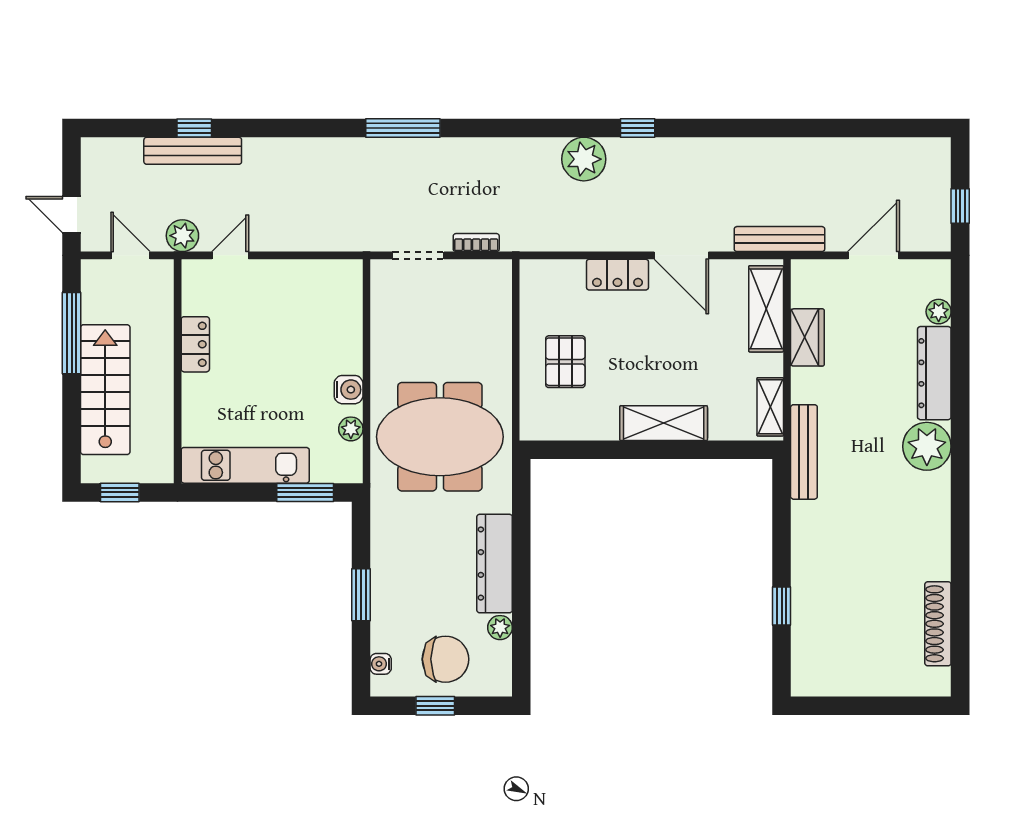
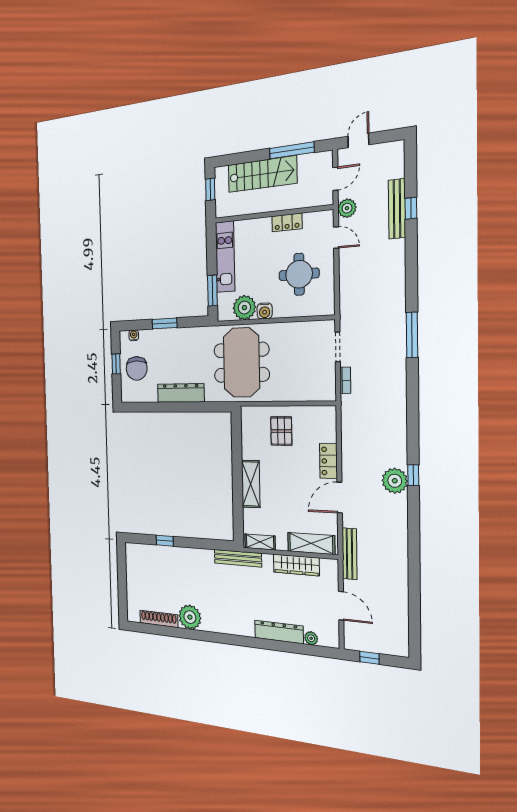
plant: (584, 159) -> (395, 481), moved
round table: (288, 323) -> (299, 274), added
wardrobe: (807, 337) -> (296, 565), width x1.50
pallet: (565, 362) -> (281, 431), turned 90
plant: (351, 429) -> (244, 308), width x1.87, depth x1.87
plant: (927, 446) -> (190, 617), moved
plant: (500, 628) -> (151, 396), removed

